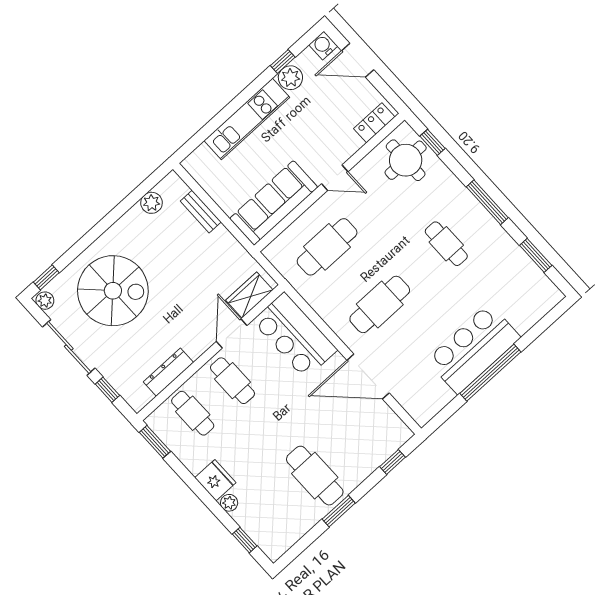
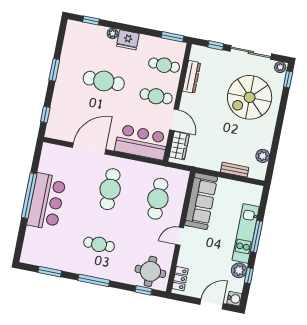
window: (235, 105) -> (257, 236), added
cafe table: (315, 476) -> (104, 81), moved

